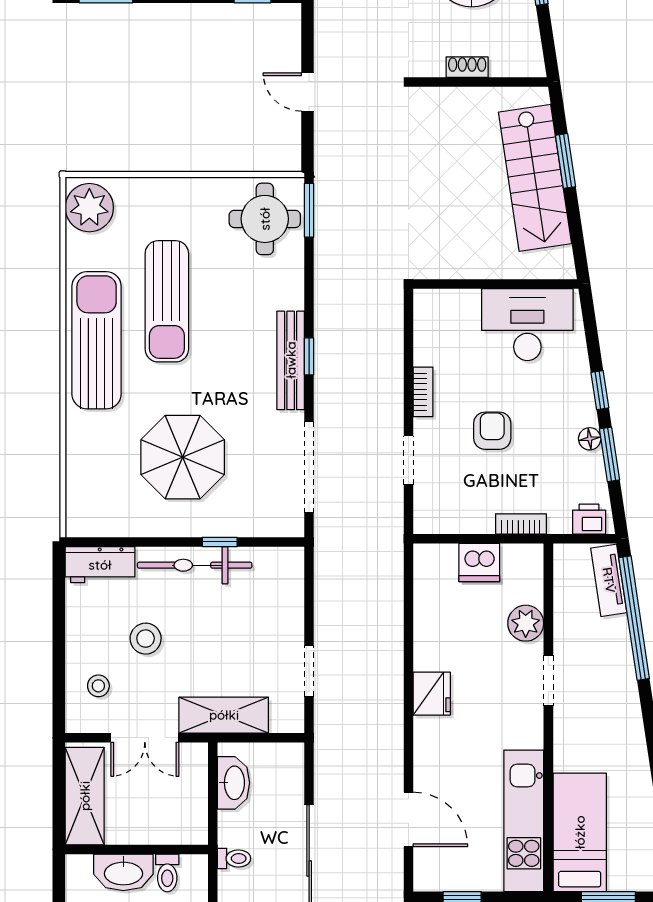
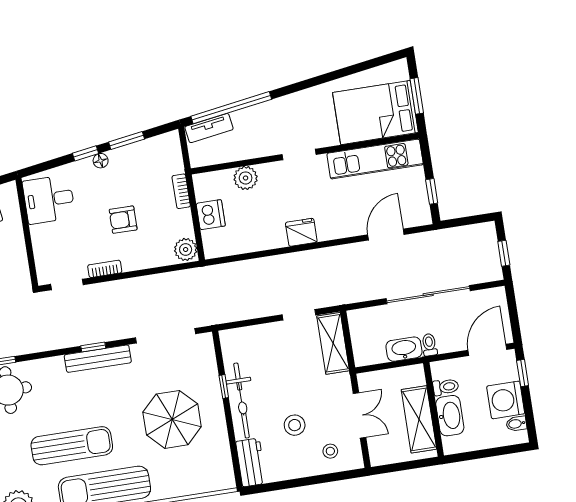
desk: (527, 325) -> (49, 199), width x0.73
floor lamp: (590, 439) -> (101, 161), moved
doorway: (409, 460) -> (67, 285), moved
plant: (433, 517) -> (186, 249), added
printer: (589, 519) -> (171, 147), removed
doorway: (548, 681) -> (299, 154), moved
shelving: (224, 715) -> (333, 343), moved
washbasin: (233, 783) -> (404, 349), moved
shelving: (85, 796) -> (419, 419), moved, turned 90
bed: (580, 832) -> (375, 113), width x1.50

